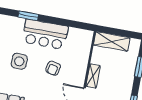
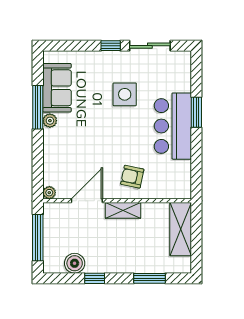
window: (28, 16) -> (196, 112), moved
armchair: (53, 68) -> (132, 177), moved

